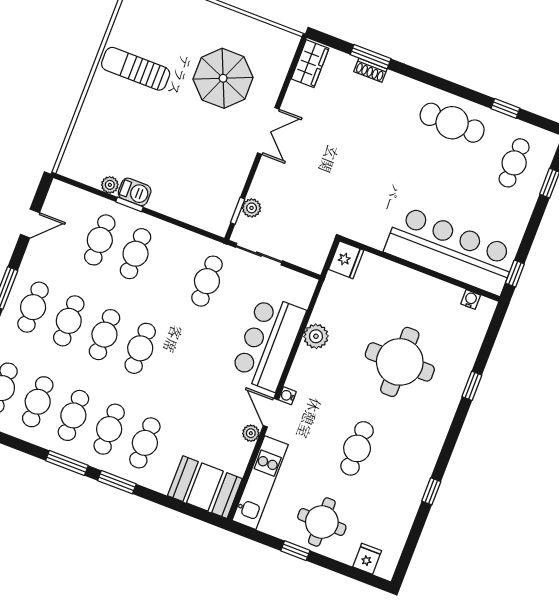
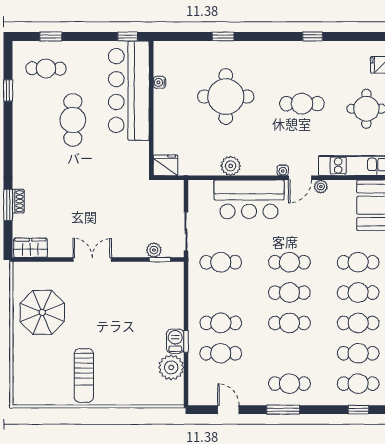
parasol: (223, 78) -> (42, 312), moved
cafe table: (452, 123) -> (73, 120), moved
plant: (110, 185) -> (171, 367), width x1.88, depth x1.88
water cooler: (471, 299) -> (159, 82), moved
cafe table: (69, 321) -> (289, 262), moved

